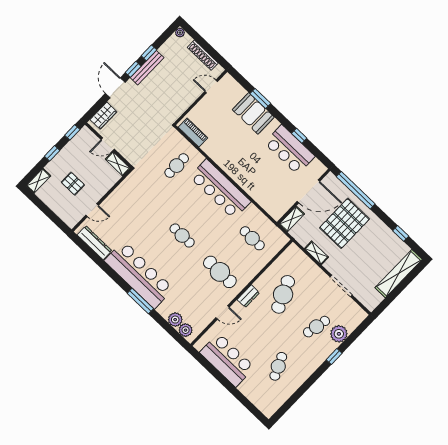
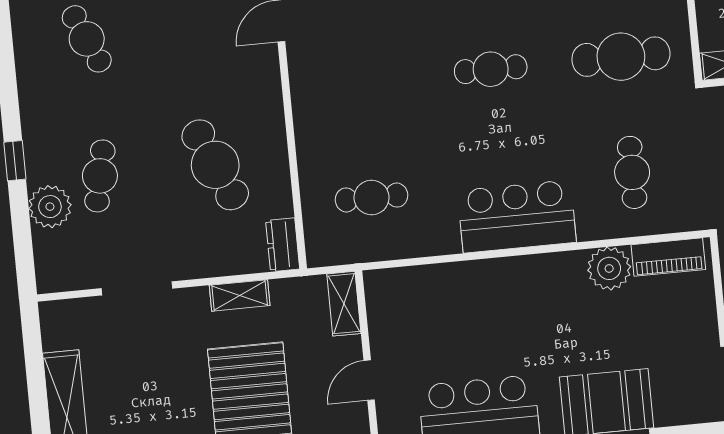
plant: (212, 147) -> (609, 268), added
bar counter: (220, 189) -> (517, 216), width x0.73
door: (308, 191) -> (369, 380), width x0.53
cafe table: (220, 272) -> (621, 57), moved
dresser: (248, 296) -> (283, 245), moved

